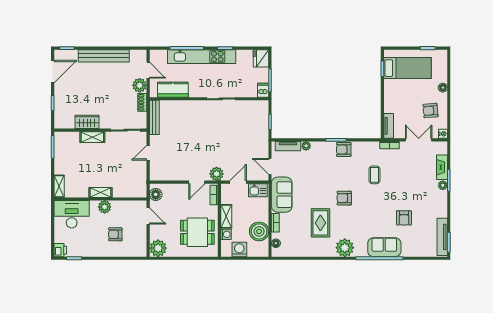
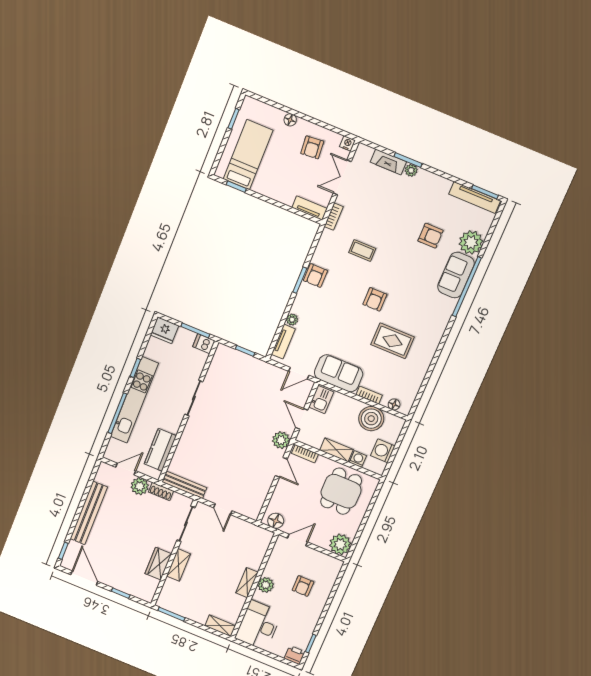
plant: (345, 248) -> (471, 242), moved

